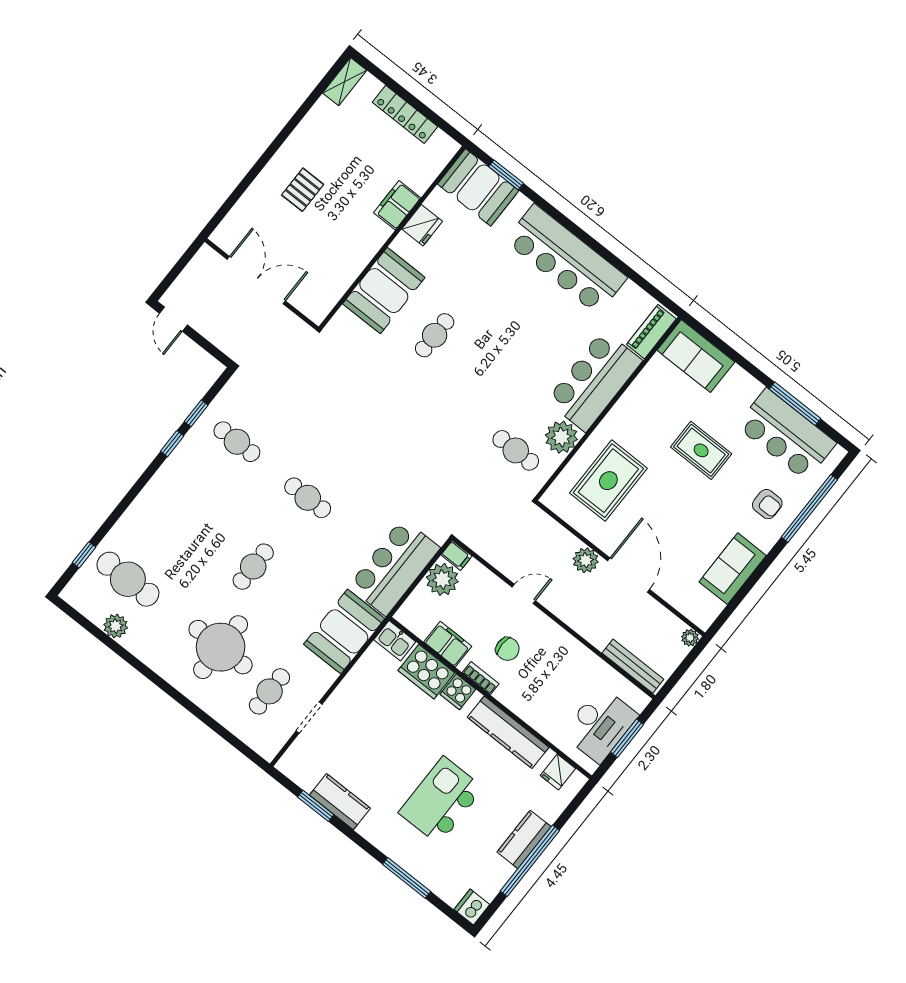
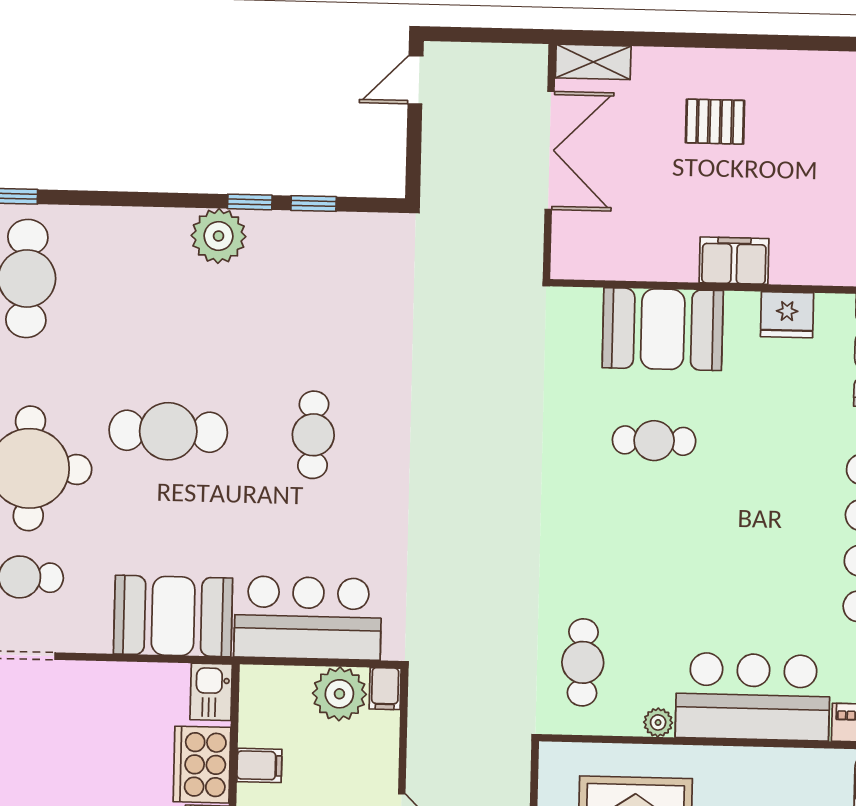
filing cabinet: (397, 205) -> (734, 261), moved
shelving: (229, 227) -> (593, 62), added
plant: (561, 437) -> (658, 722), width x0.53, depth x0.53
cafe table: (237, 442) -> (317, 286), removed
plant: (177, 471) -> (219, 236), added
cafe table: (253, 567) -> (168, 431), width x1.37, depth x1.35
filing cabinet: (448, 644) -> (259, 765), width x0.50

